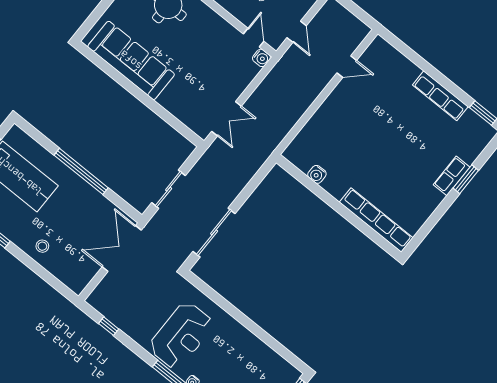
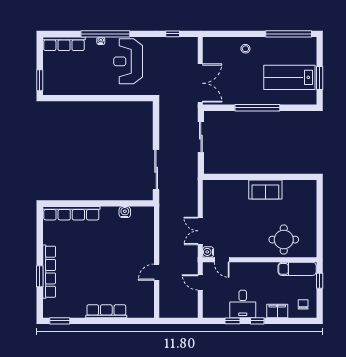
sofa: (131, 60) -> (265, 189), width x0.54, depth x0.79
door: (347, 67) -> (157, 272), moved
row of seats: (440, 96) -> (106, 311), moved
double door: (226, 119) -> (200, 231), moved
row of seats: (452, 176) -> (49, 272), width x2.02
sliding door: (214, 232) -> (156, 170), moved

